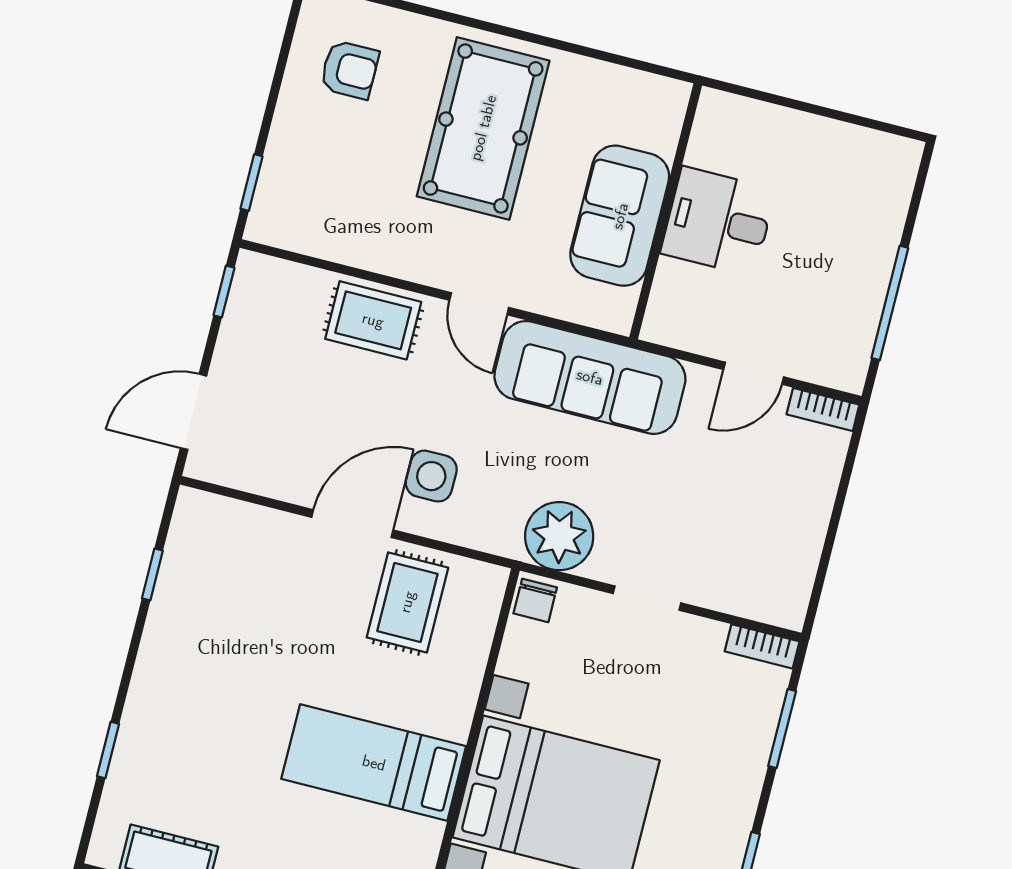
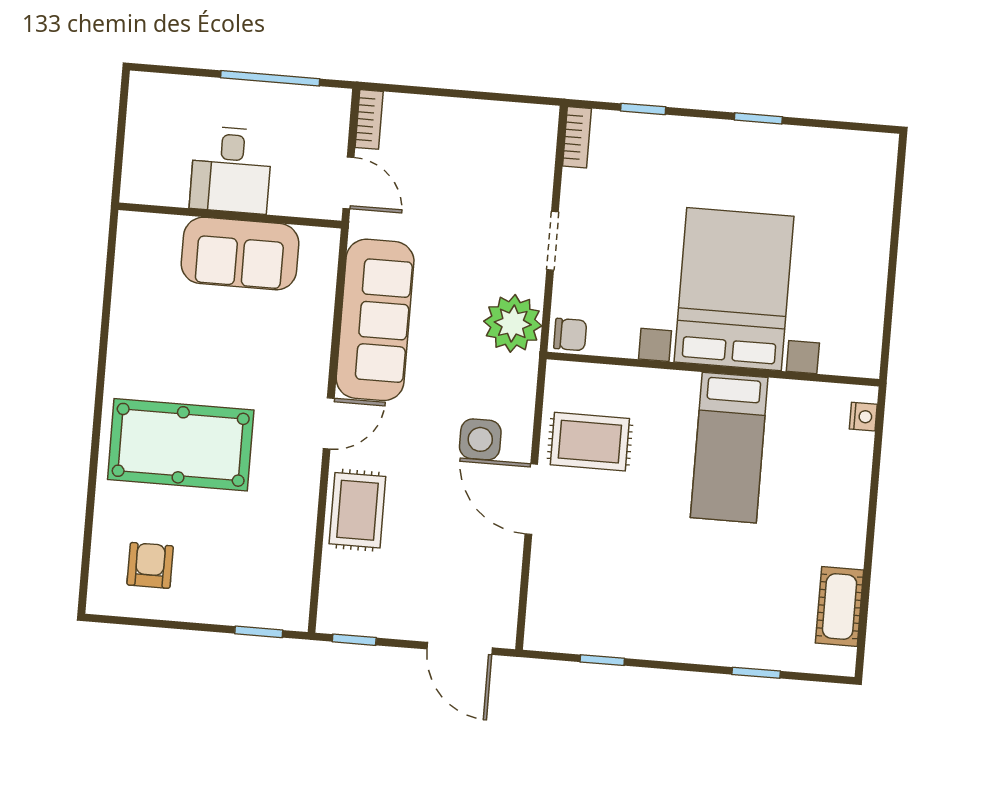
wall: (666, 211) -> (230, 215), moved
sofa: (620, 216) -> (240, 254), moved
desk: (718, 221) -> (231, 170), moved
window: (782, 729) -> (643, 109), width x0.67

